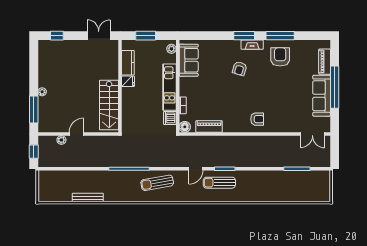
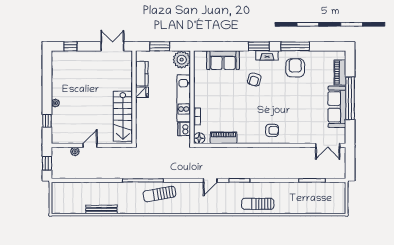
plant: (171, 49) -> (182, 60), width x1.88, depth x1.88
sofa: (189, 60) -> (223, 60), moved, turned 90
window: (34, 110) -> (47, 121), width x0.46
sun lounger: (157, 183) -> (159, 194), moved
sun lounger: (219, 183) -> (258, 204), moved

